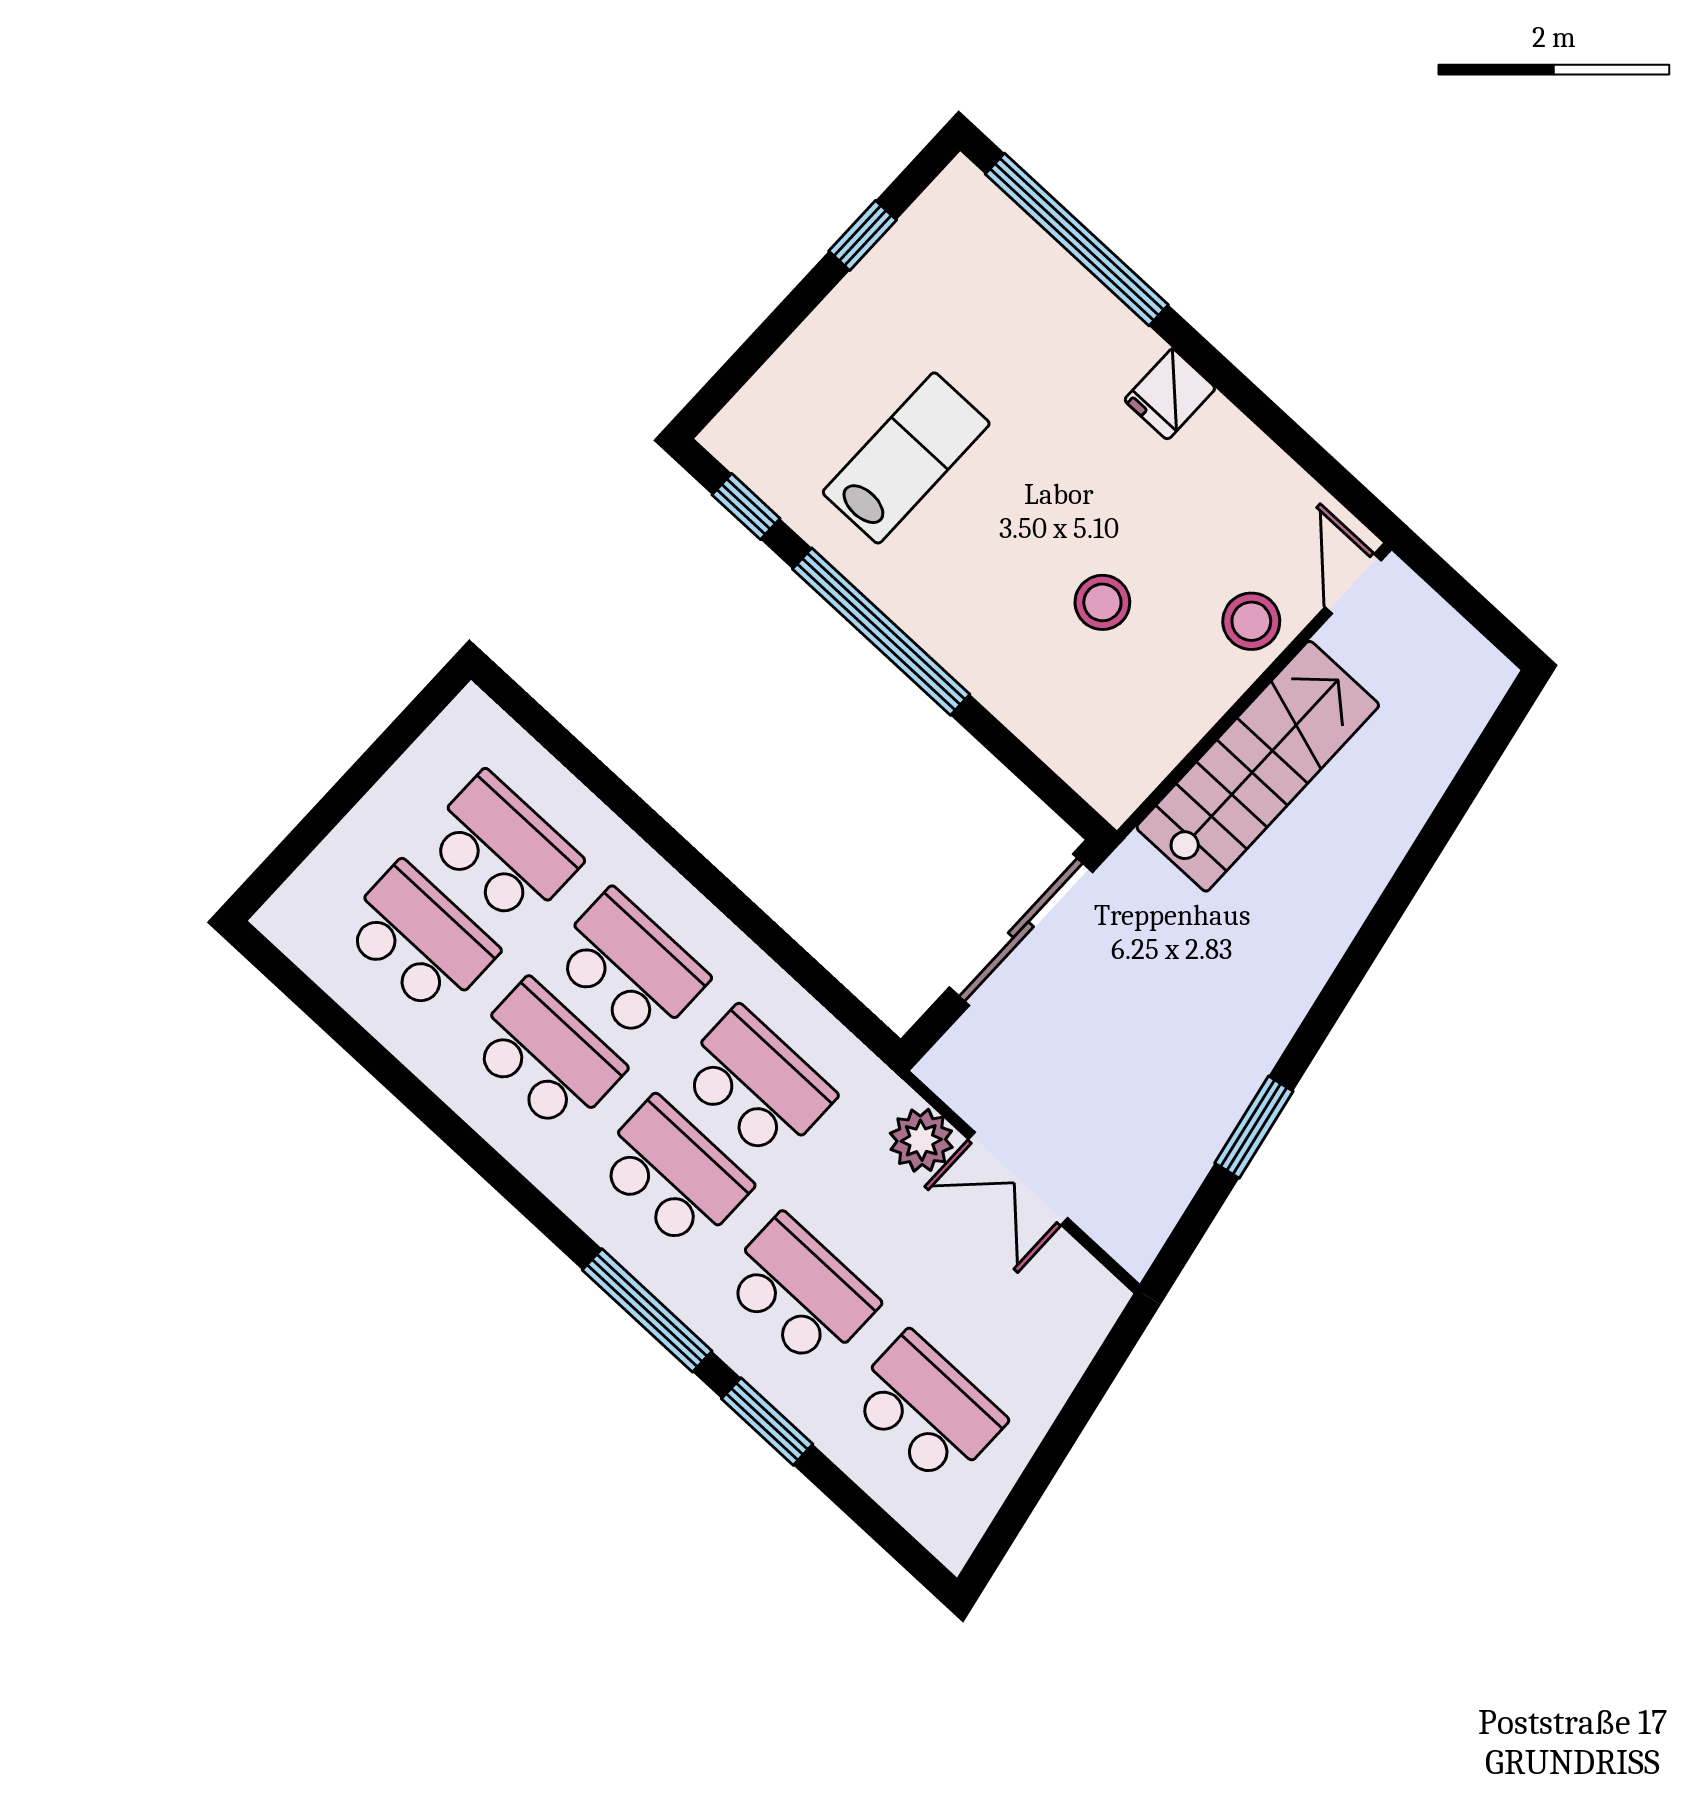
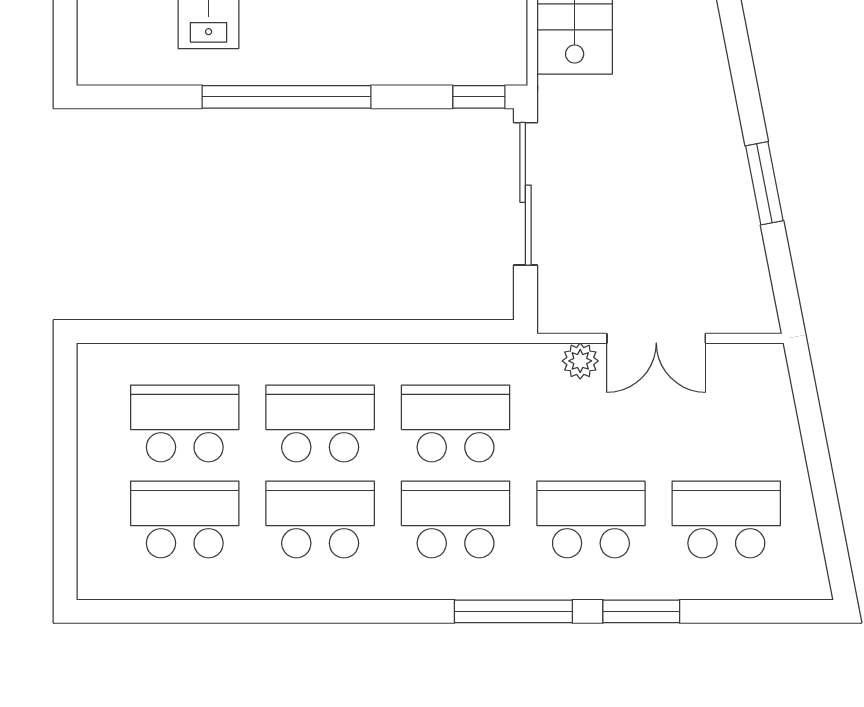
window: (746, 507) -> (479, 97), moved
plant: (921, 1140) -> (580, 361), width x0.73, depth x0.73

